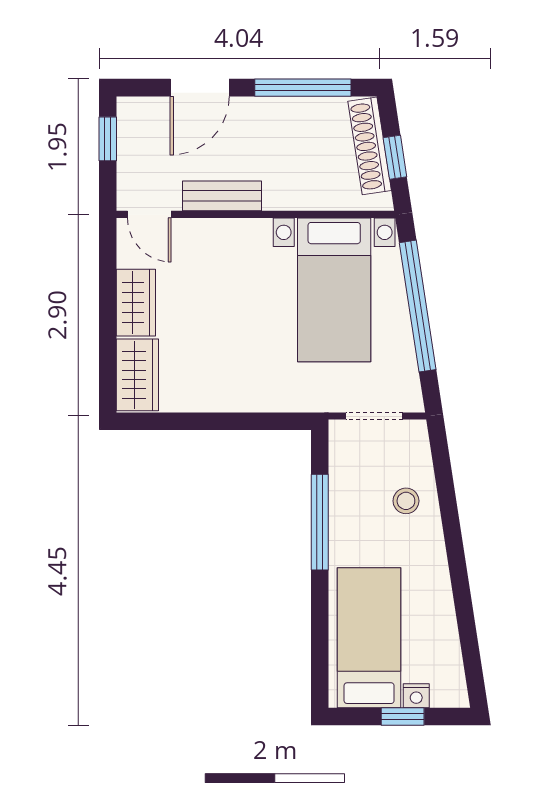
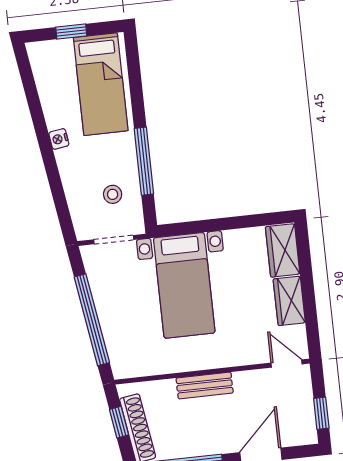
bench: (222, 196) -> (205, 386), moved
bed with nightstands: (334, 290) -> (184, 285), moved, turned 180
stool: (406, 501) -> (113, 194), moved
nightstand: (416, 696) -> (59, 139), moved, turned -99

